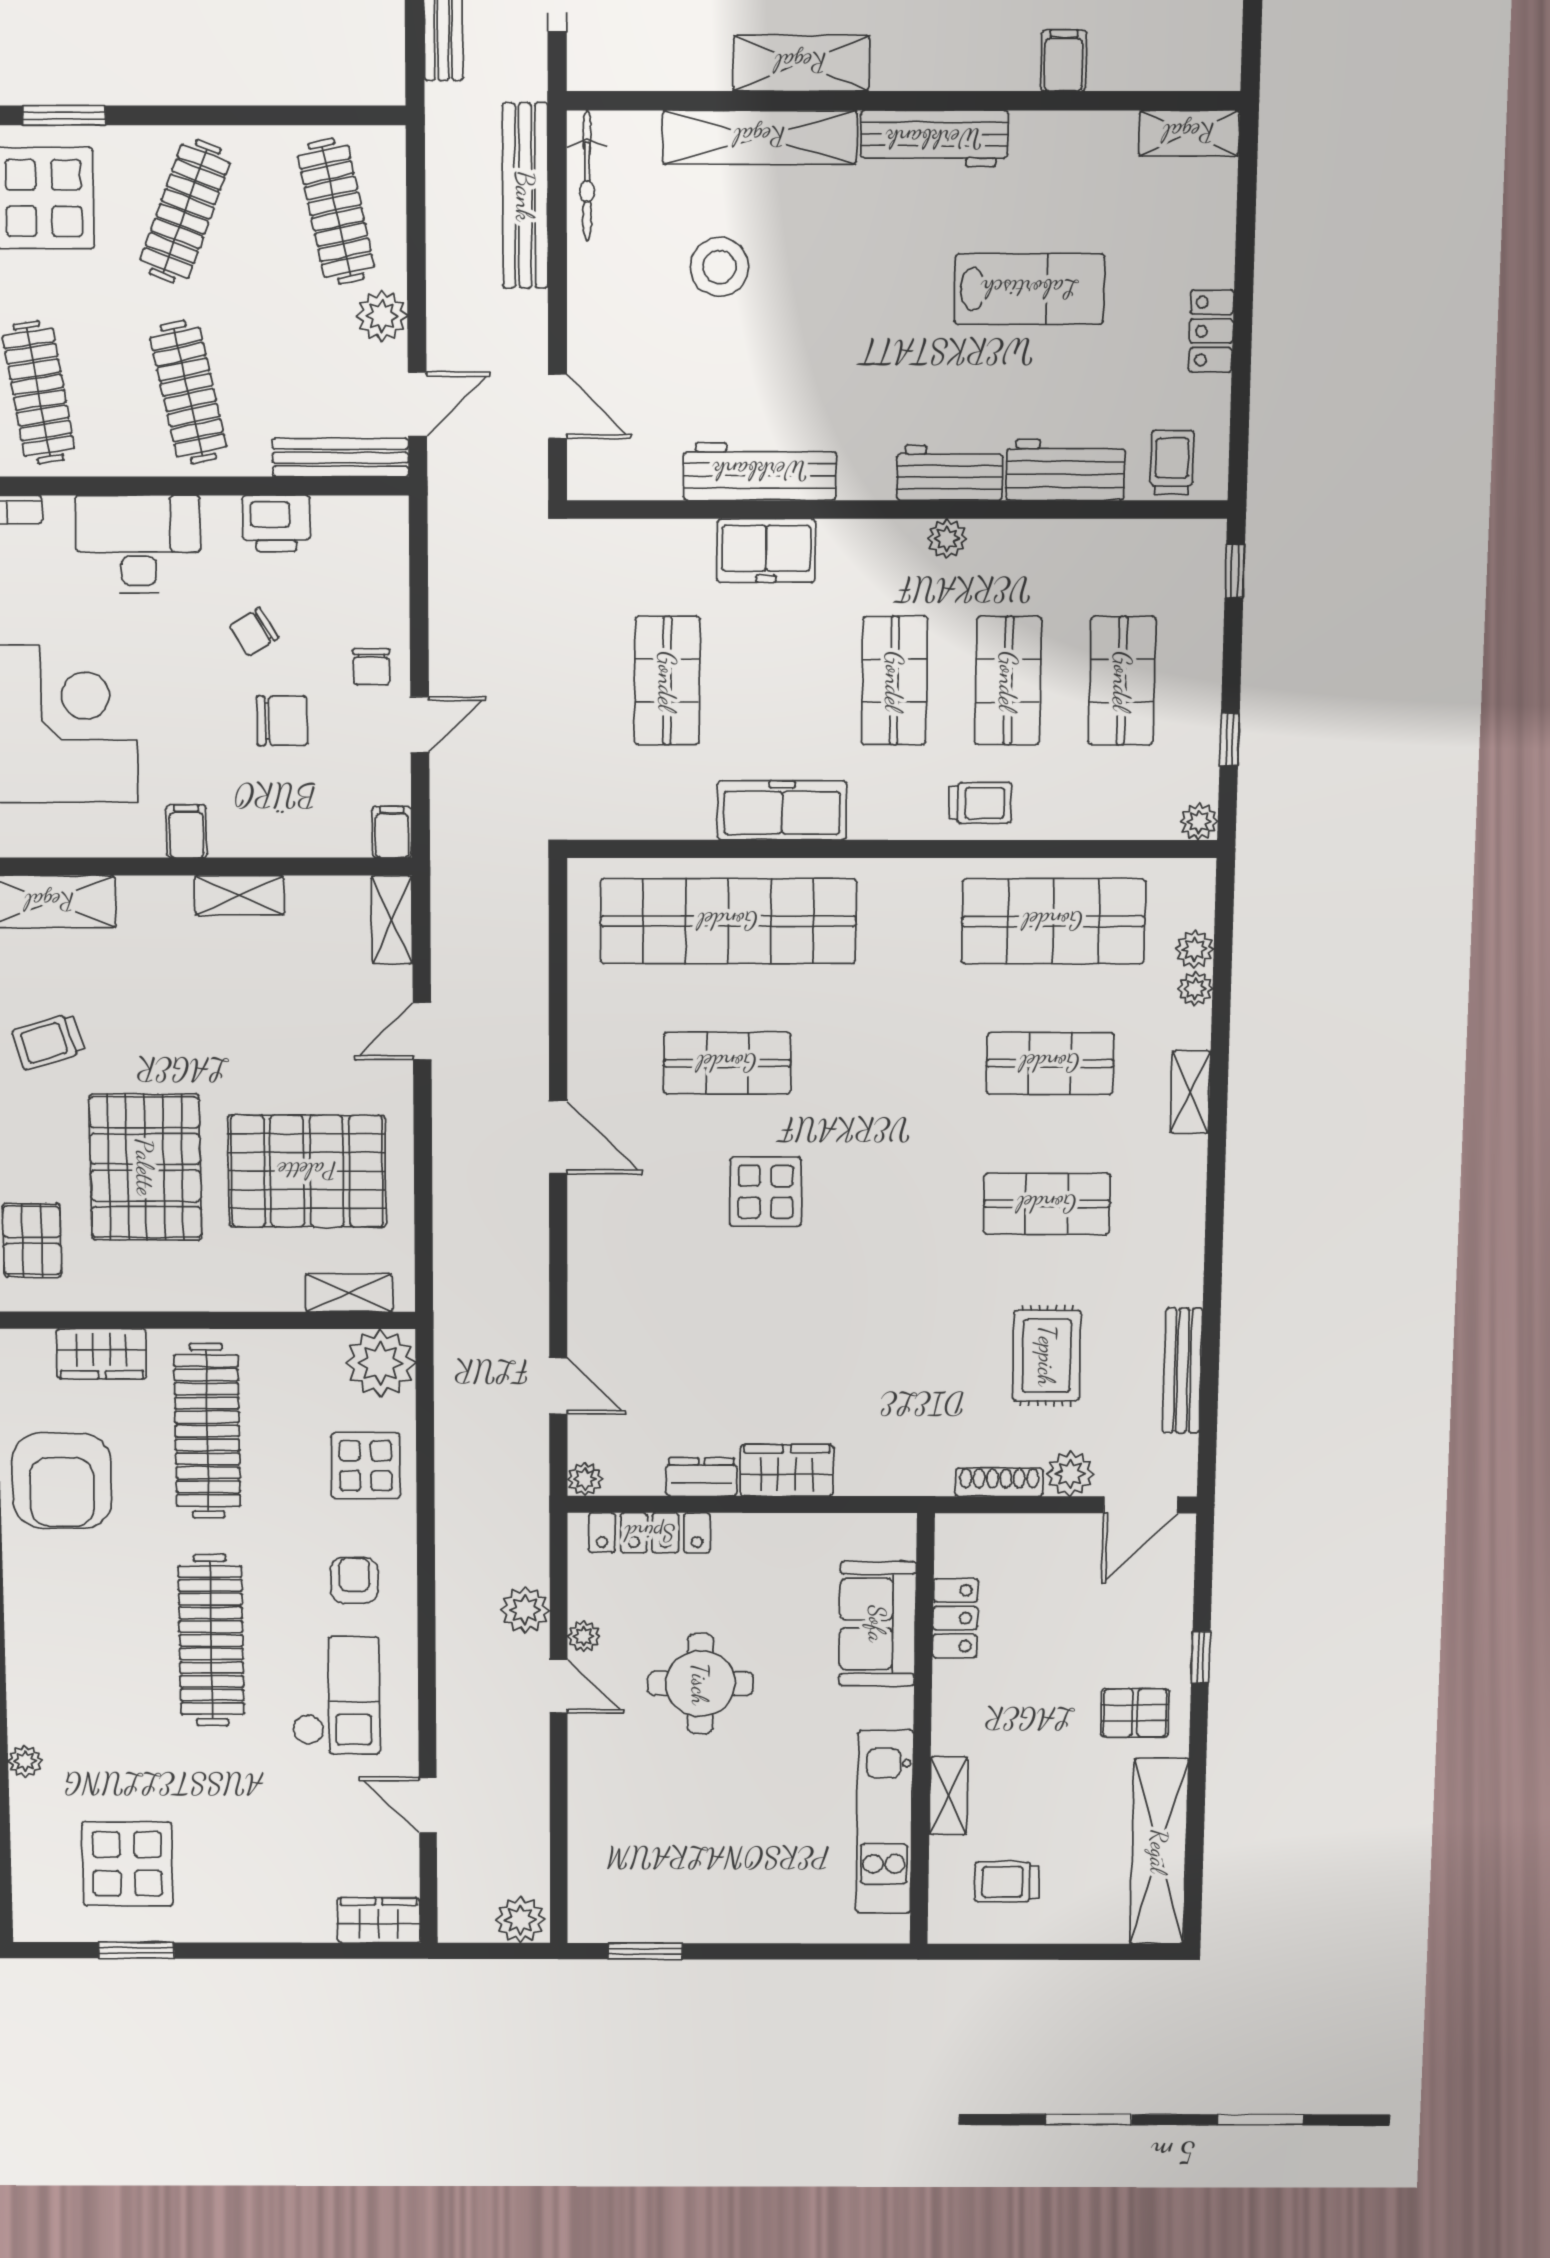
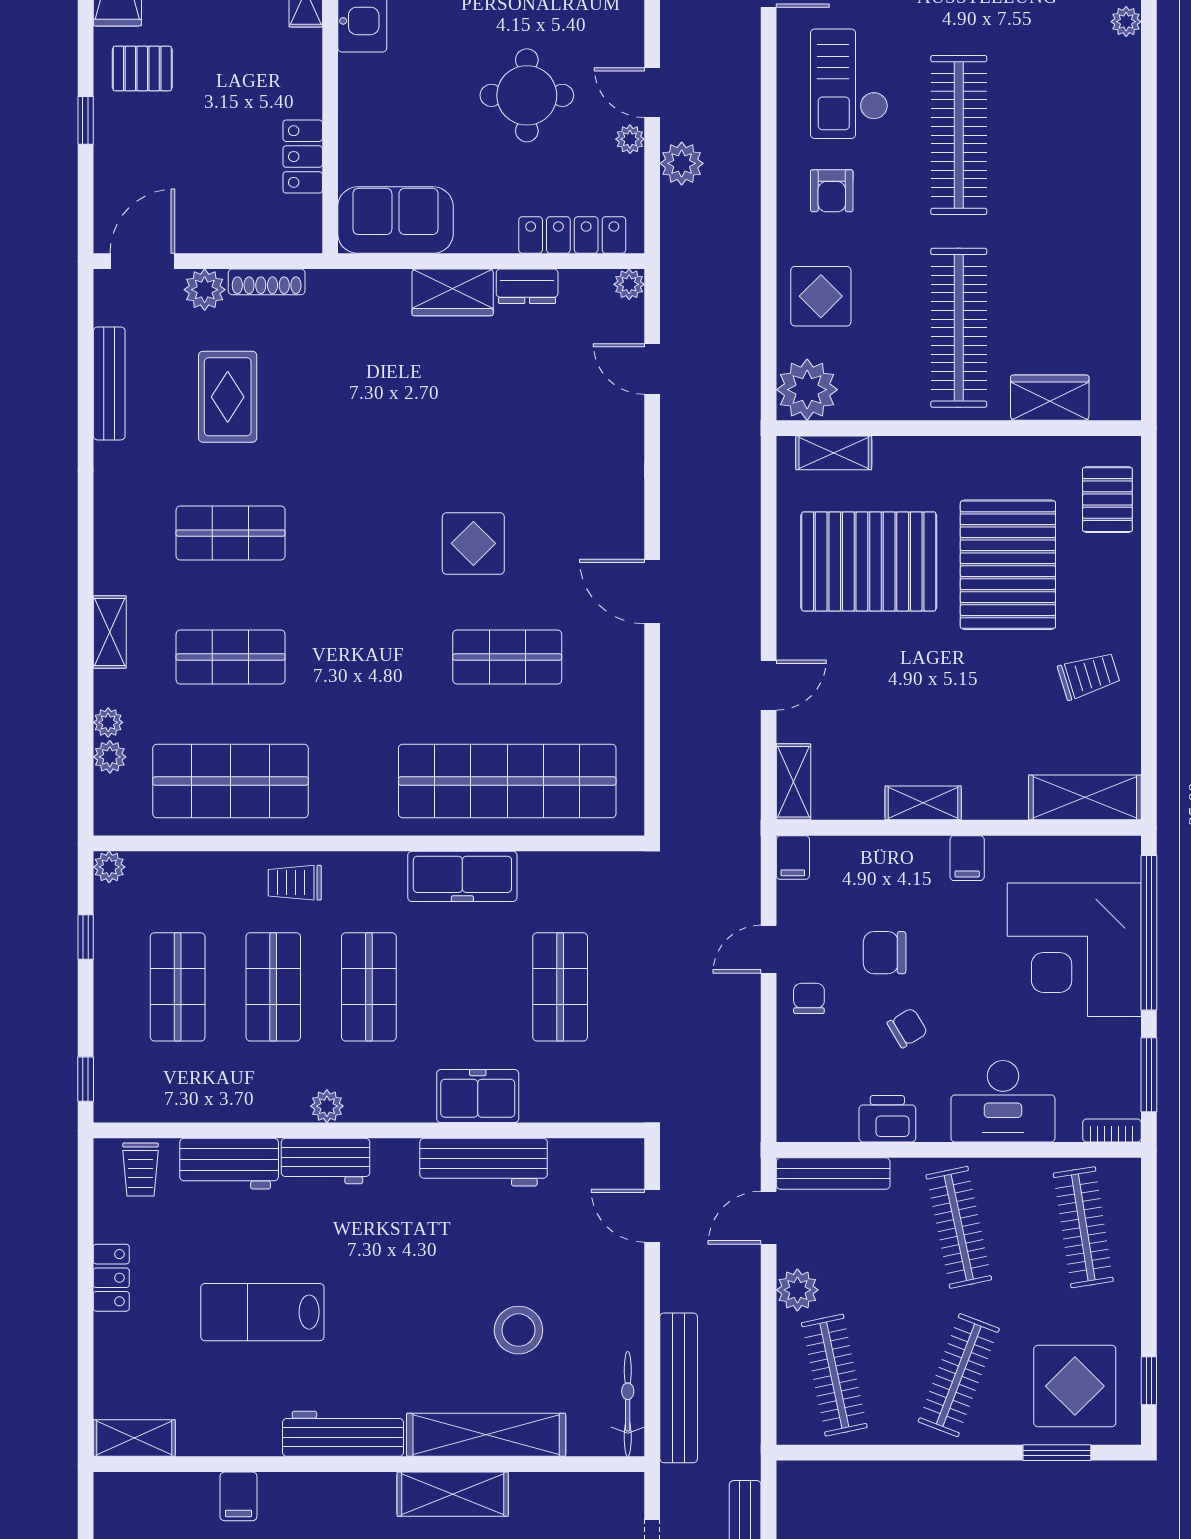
armchair: (62, 1481) -> (1087, 282), removed
sofa: (877, 1624) -> (395, 220), moved, turned -90

